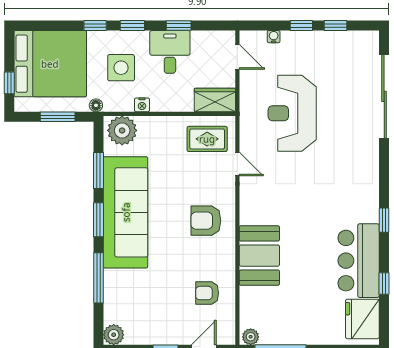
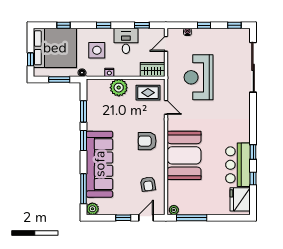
window: (95, 25) -> (63, 25), moved
window: (179, 25) -> (142, 25), moved
window: (335, 25) -> (234, 25), moved
door: (237, 57) -> (166, 44), swing flipped
plant: (122, 130) -> (119, 88), moved
sofa: (126, 212) -> (100, 164), moved
window: (384, 220) -> (253, 152), moved
booth: (259, 256) -> (184, 155), width x1.36, depth x1.42
window: (99, 278) -> (83, 189), moved
armchair: (207, 293) -> (148, 184), turned -98

